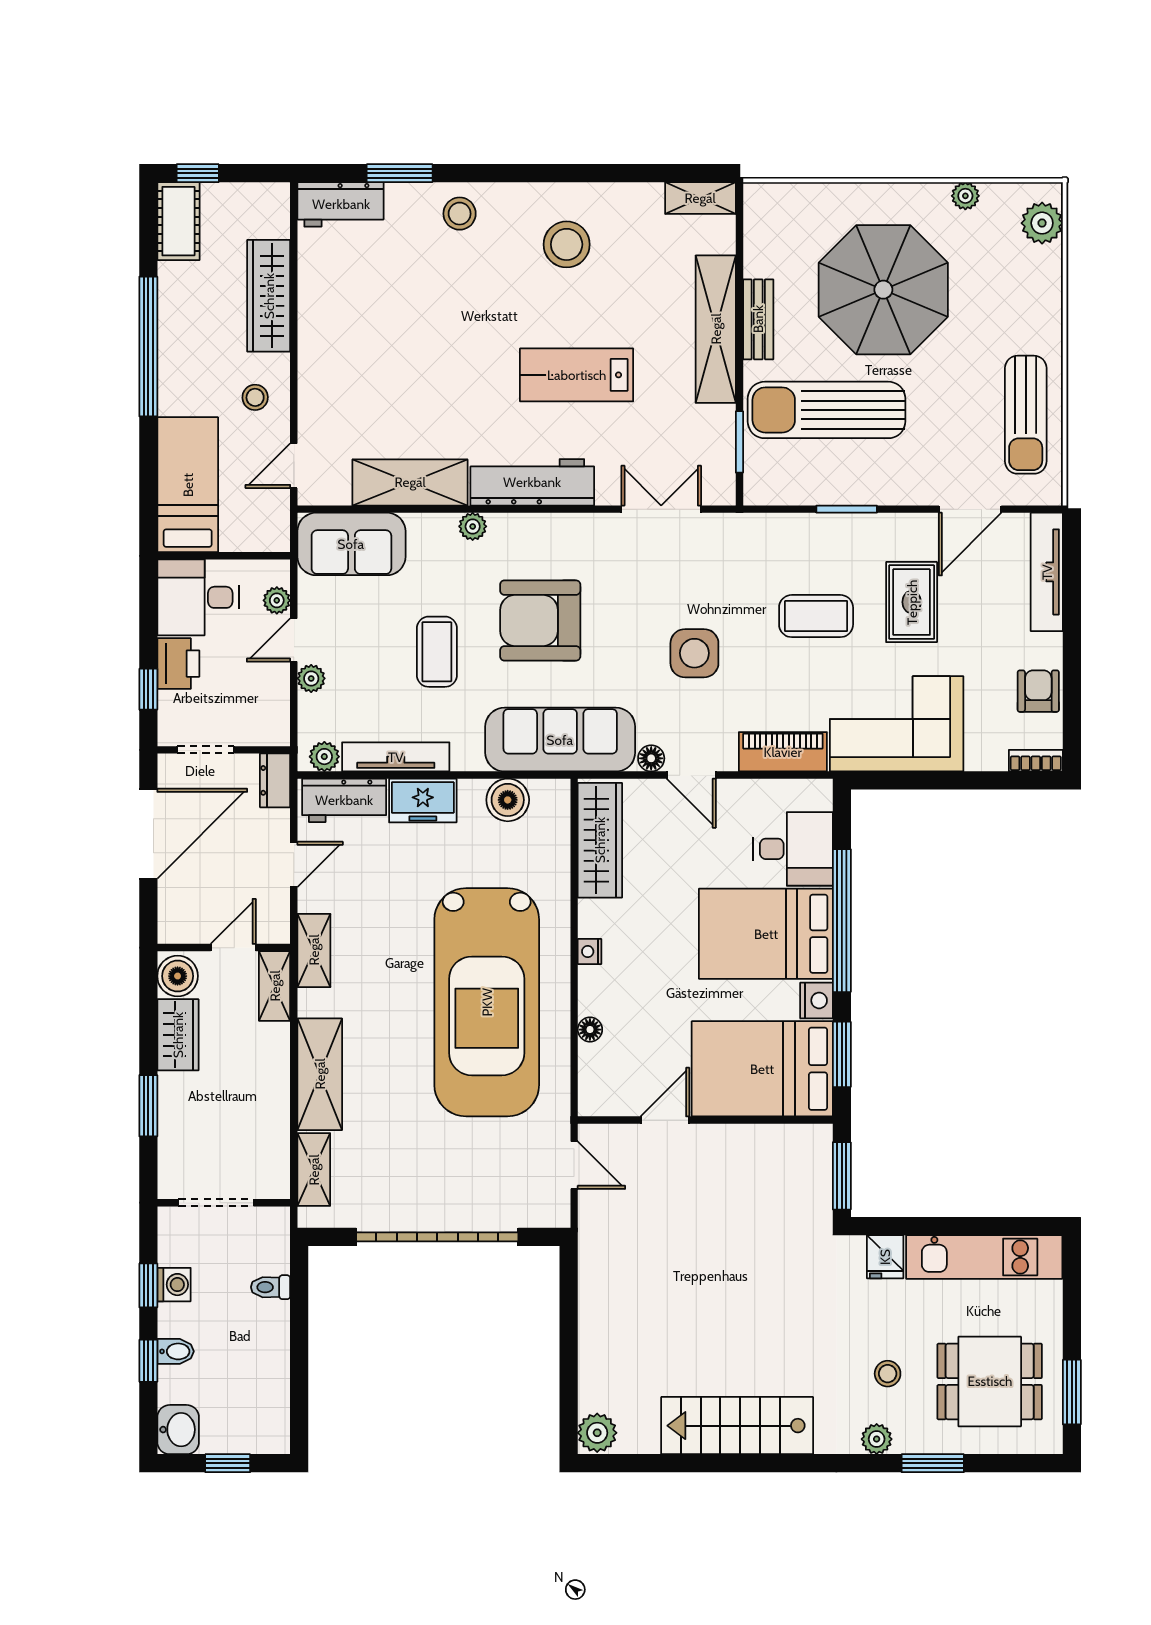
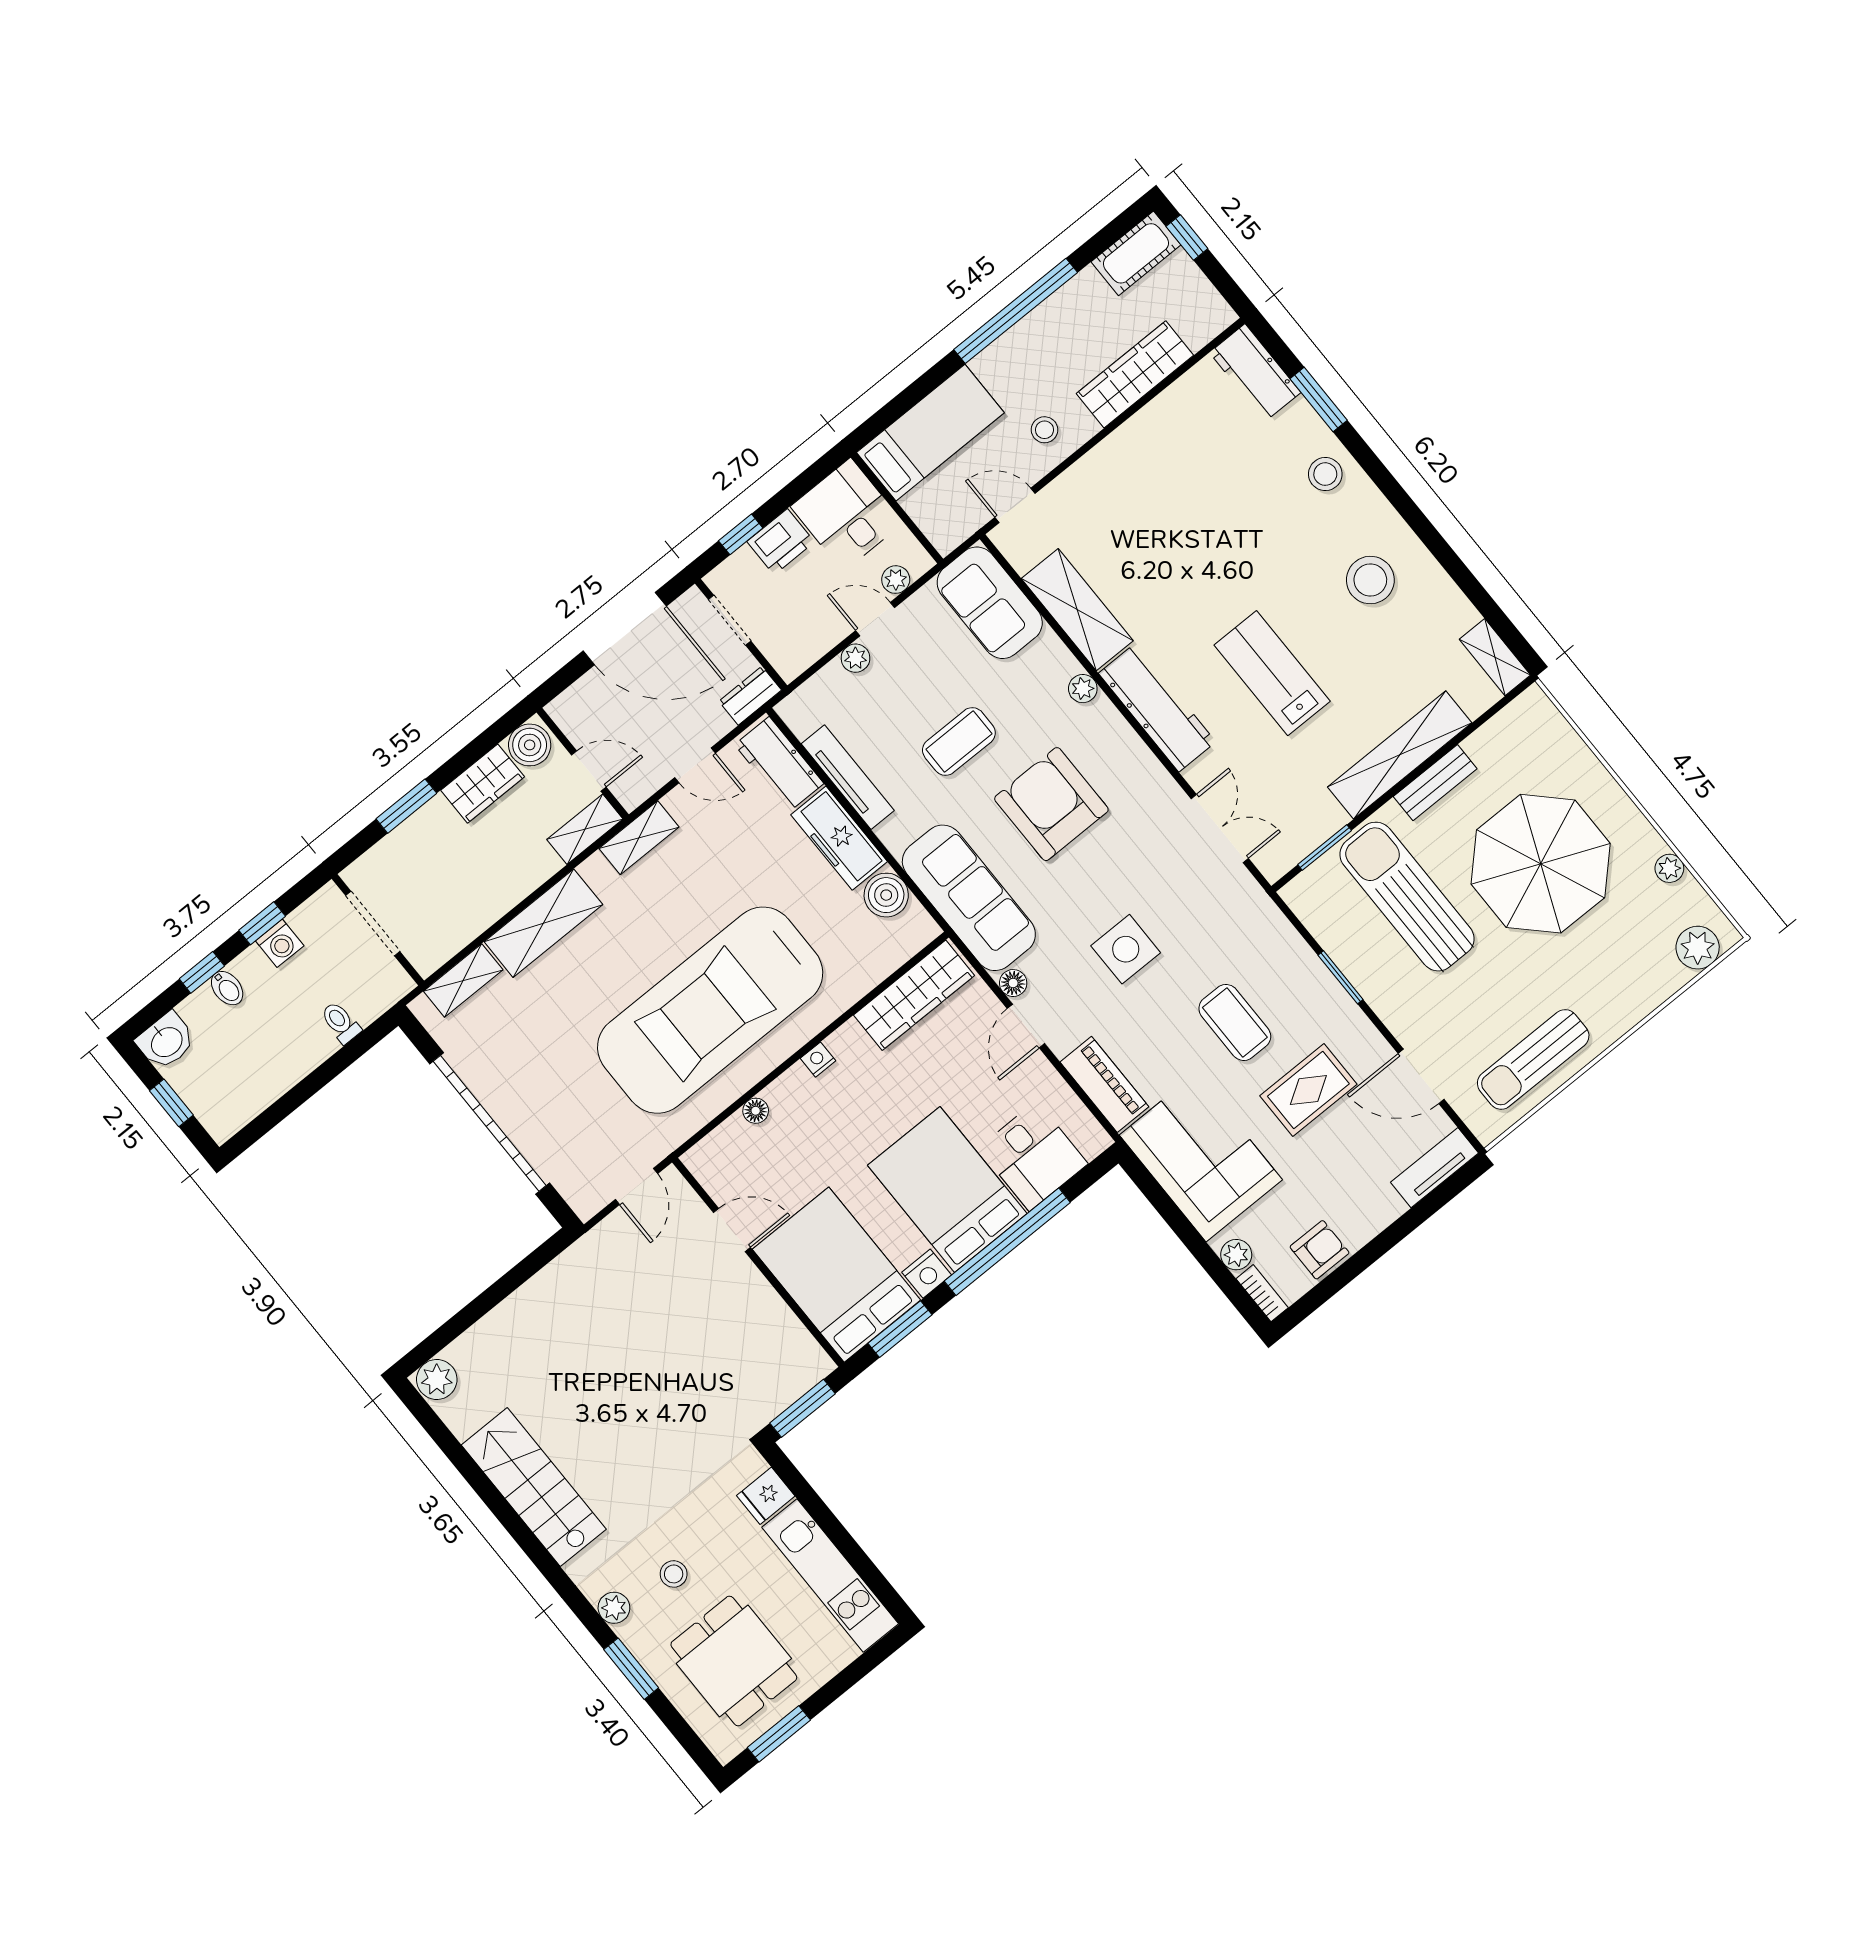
tv unit: (1047, 572) -> (1434, 1168), width x0.71
plant: (324, 757) -> (1236, 1255), moved
freezer: (423, 801) -> (839, 838), width x1.40

